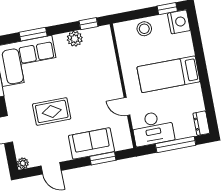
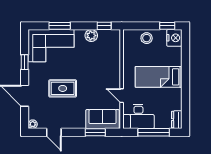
sofa: (91, 143) -> (102, 119), moved

